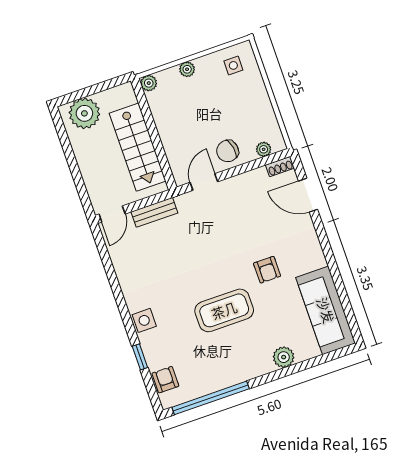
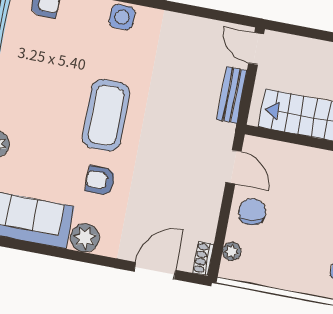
plant: (313, 257) -> (85, 238), added
coffee table: (224, 310) -> (106, 115), moved

